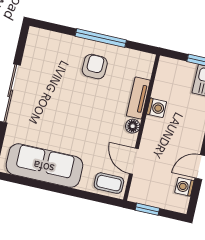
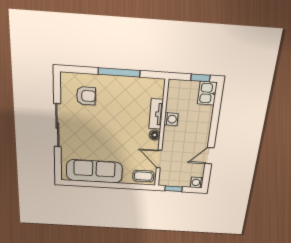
armchair: (95, 67) -> (86, 96), moved, turned 88
washing machine: (184, 187) -> (197, 182), moved

